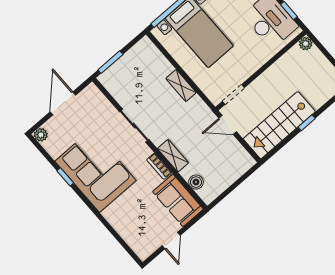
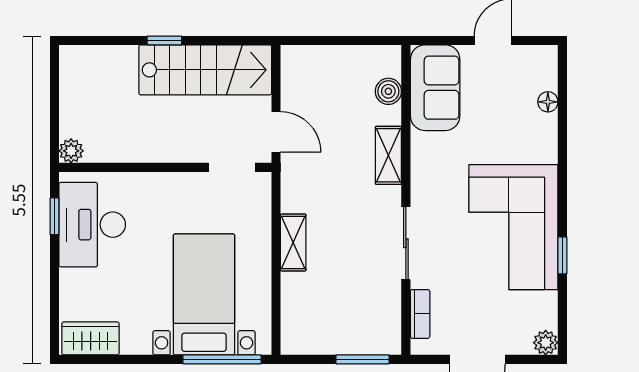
bookcase: (159, 166) -> (420, 314), moved
floor lamp: (126, 235) -> (548, 102), added

